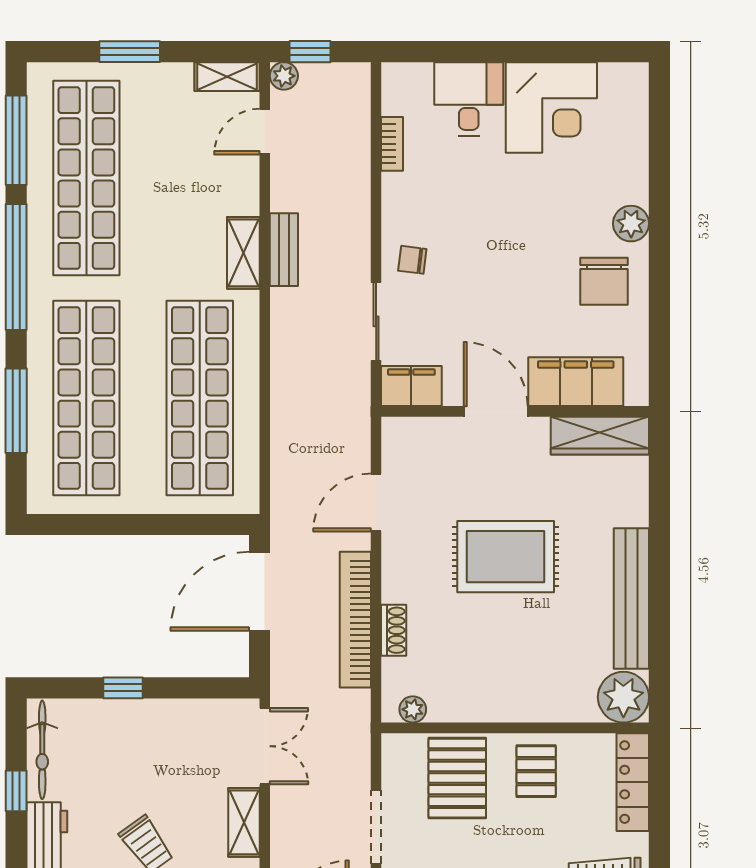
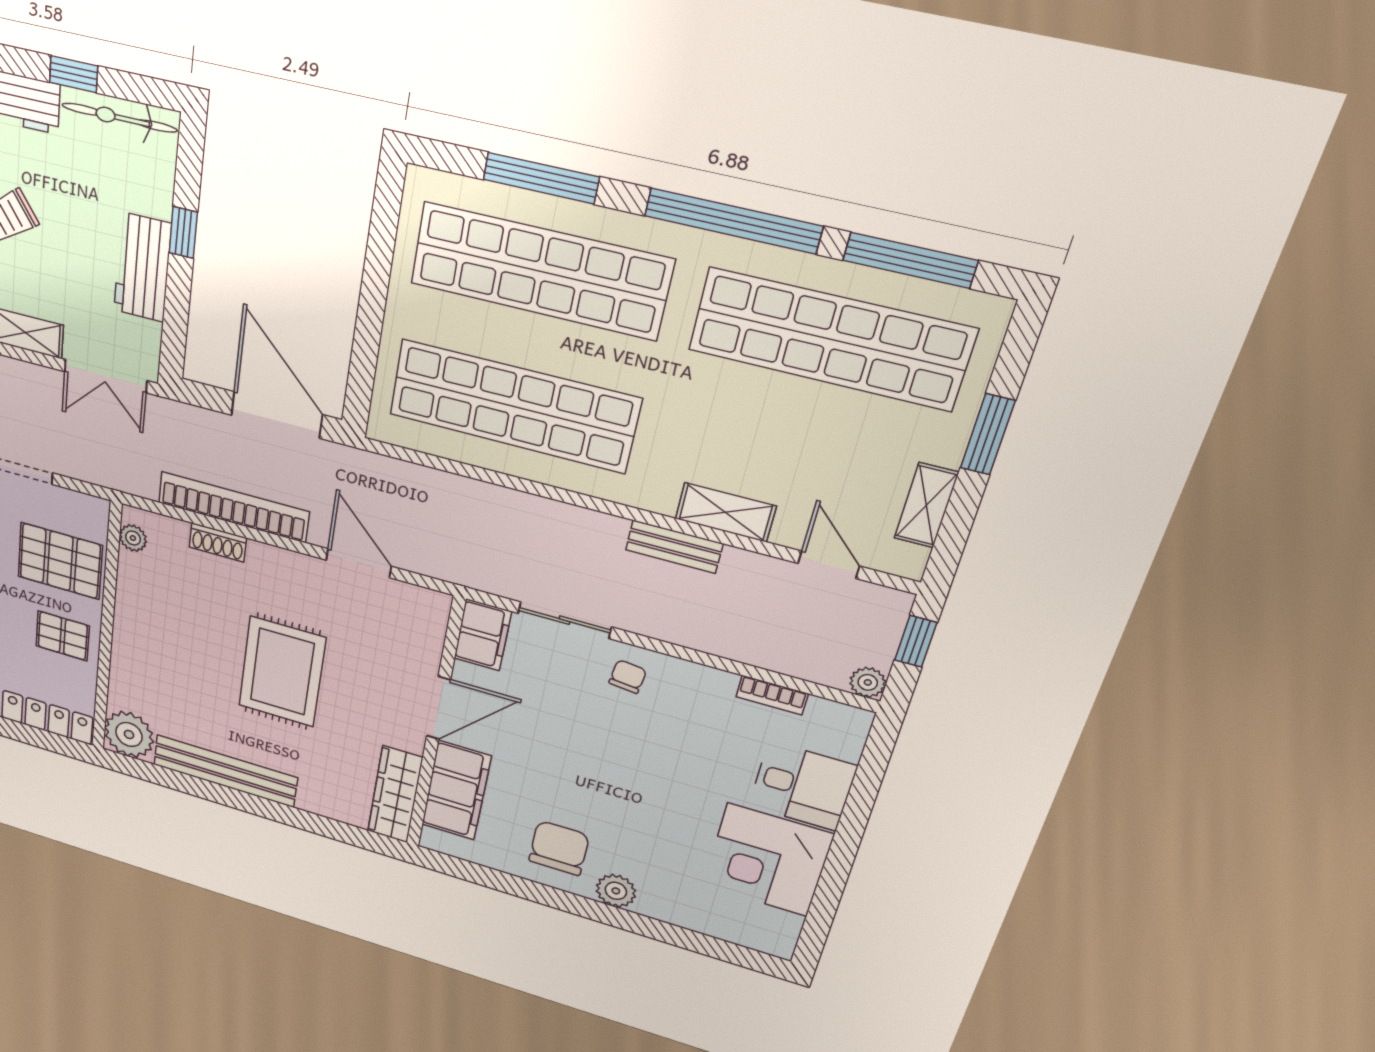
plant: (284, 76) -> (868, 682), moved
shelving: (227, 77) -> (926, 505), moved
shelving: (243, 253) -> (726, 512), moved
chair: (604, 281) -> (559, 848), turned 90
workbench: (160, 720) -> (142, 267), added

